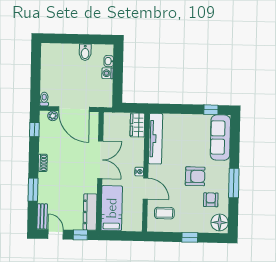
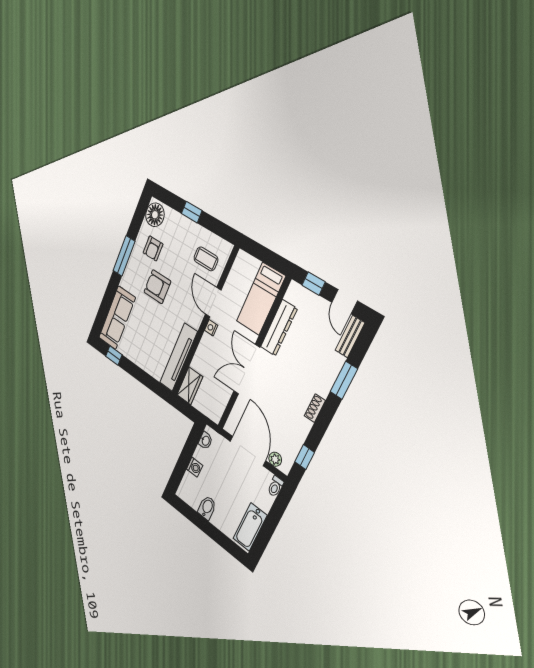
bathtub: (48, 61) -> (250, 527), added
washbasin: (109, 61) -> (205, 441), moved
dresser: (90, 212) -> (279, 328), moved

